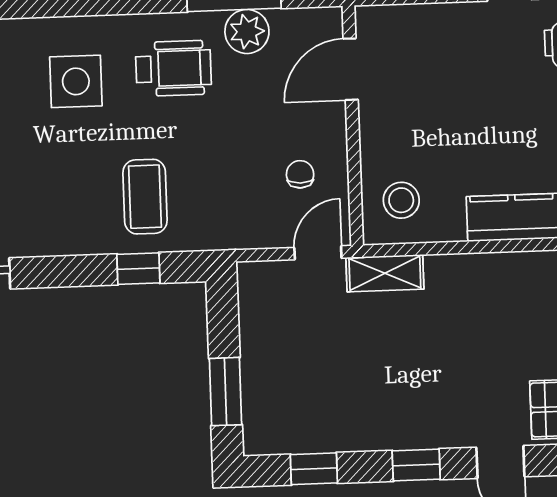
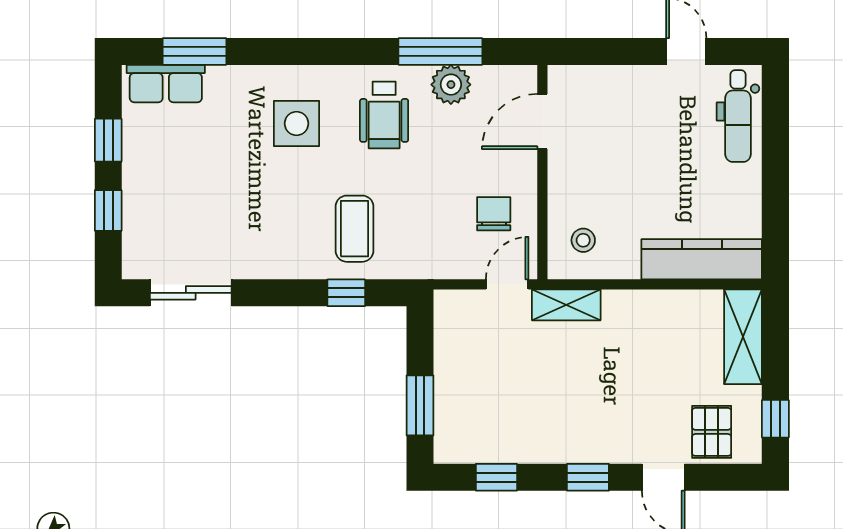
wheelchair: (173, 68) -> (384, 115), turned 90
chair: (300, 174) -> (494, 214), width x1.37, depth x1.37
stool: (401, 200) -> (583, 240), width x0.73, depth x0.73

